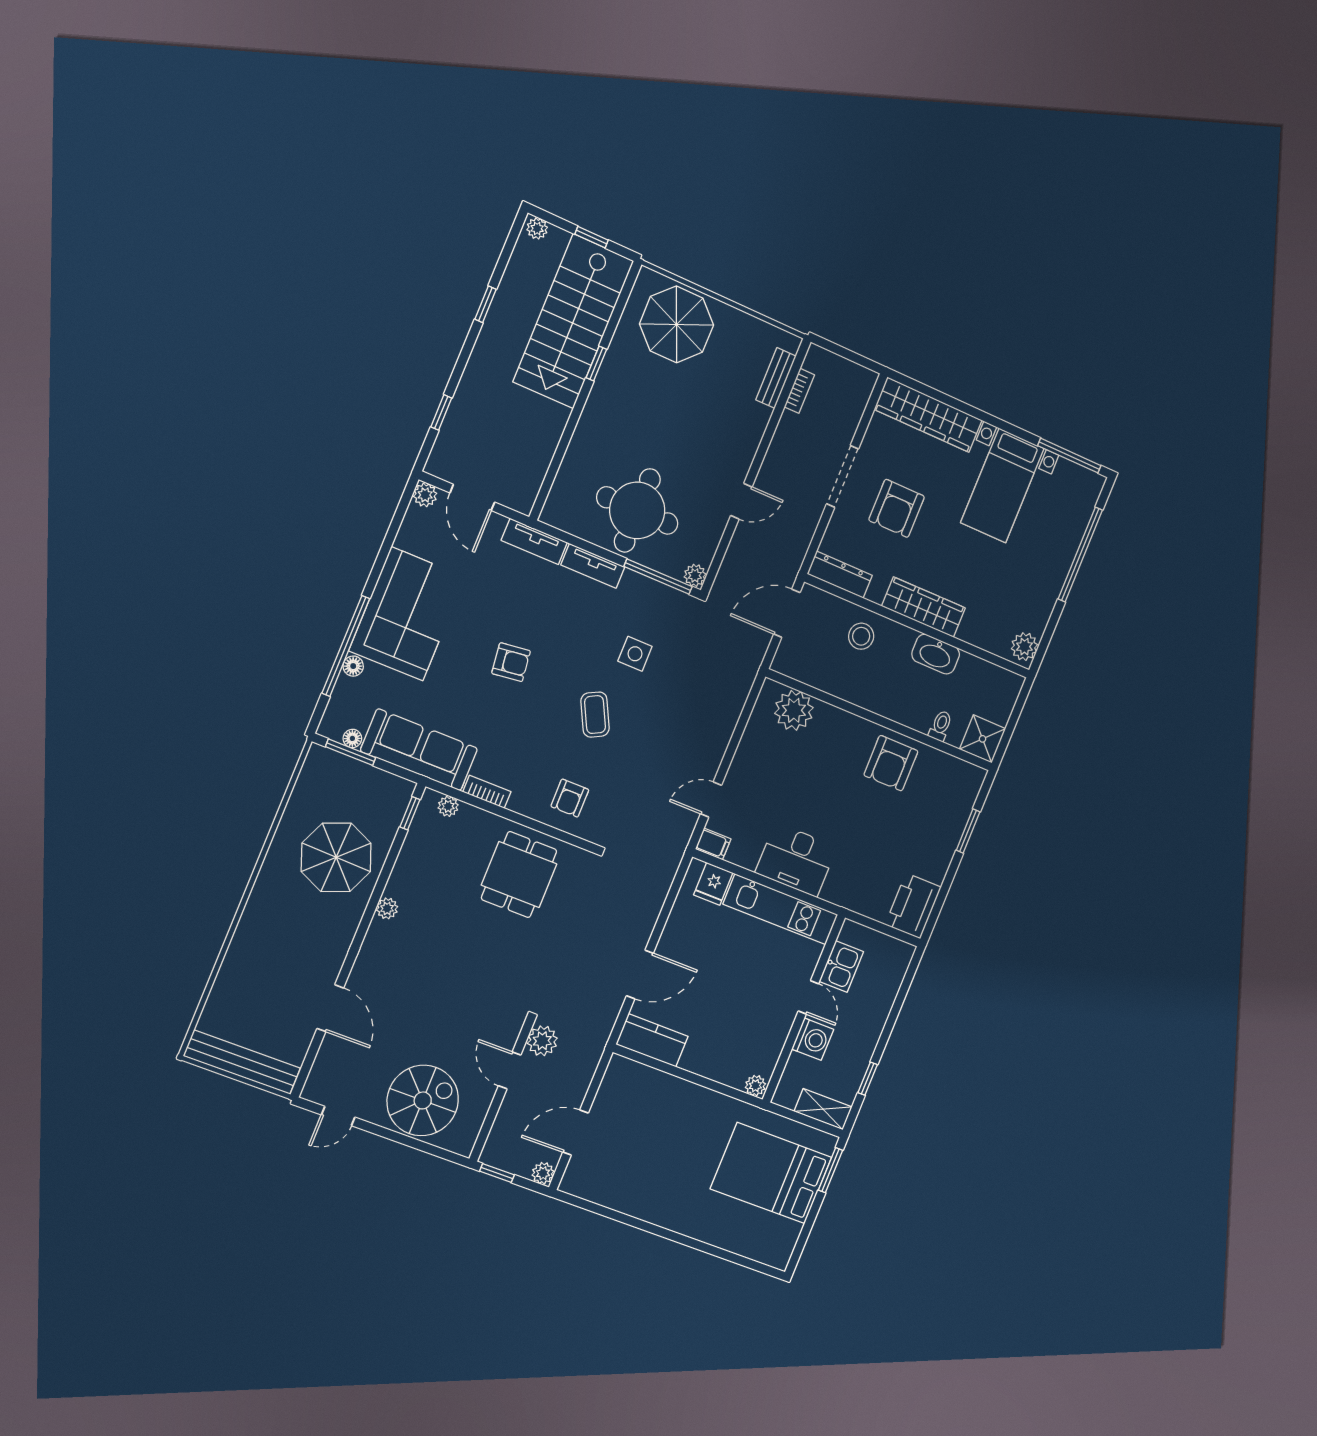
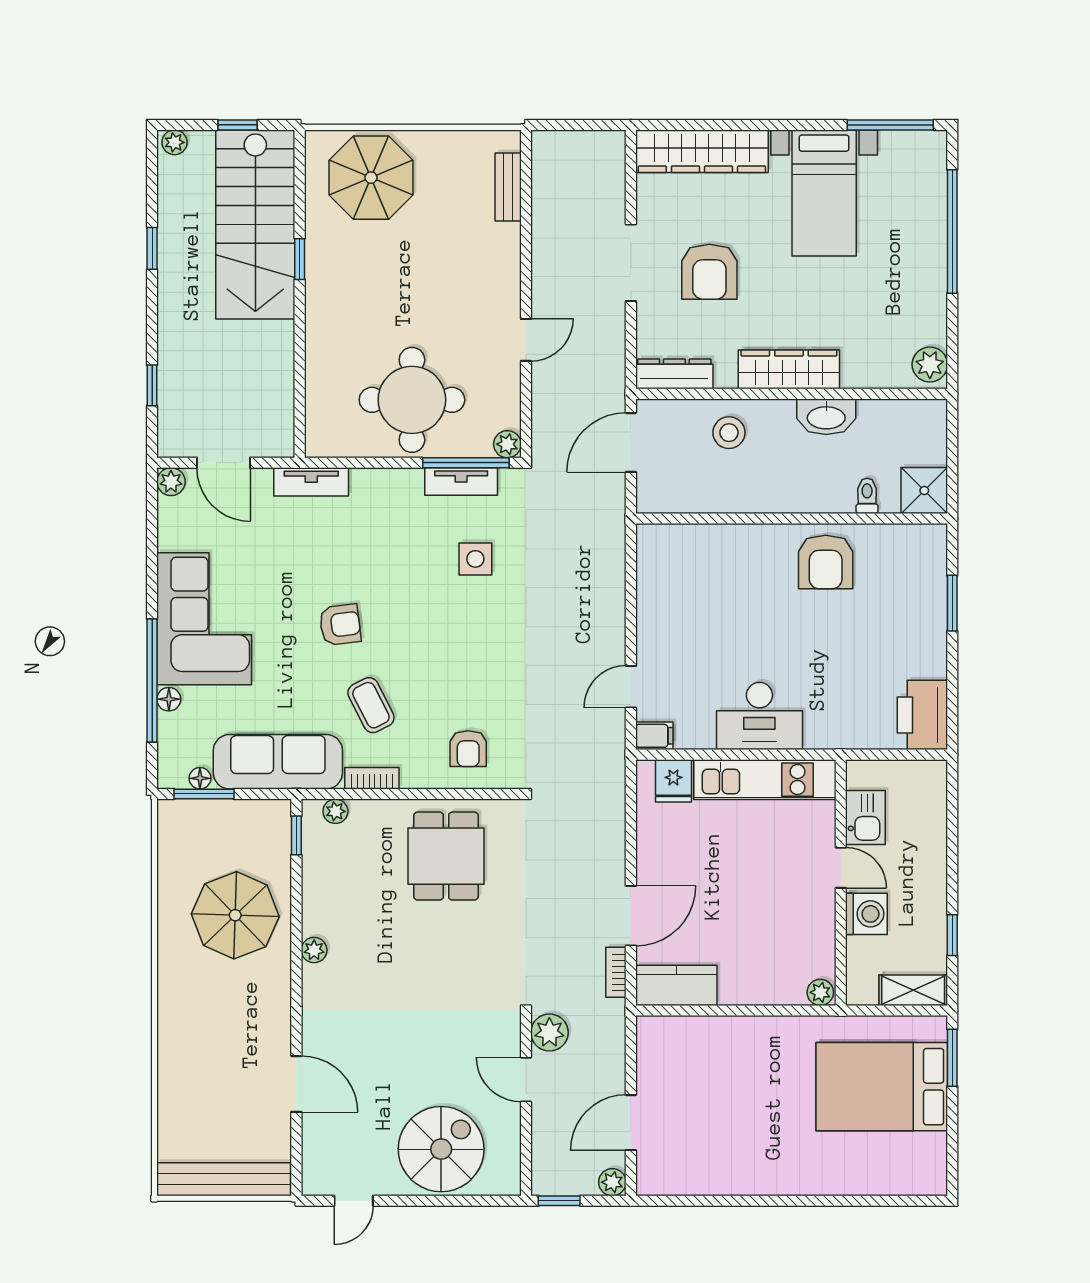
bookcase: (799, 391) -> (616, 972), moved, turned 180
tv unit: (593, 566) -> (461, 482), moved
plant: (794, 710) -> (685, 548), removed
coffee table: (595, 715) -> (371, 705), moved

